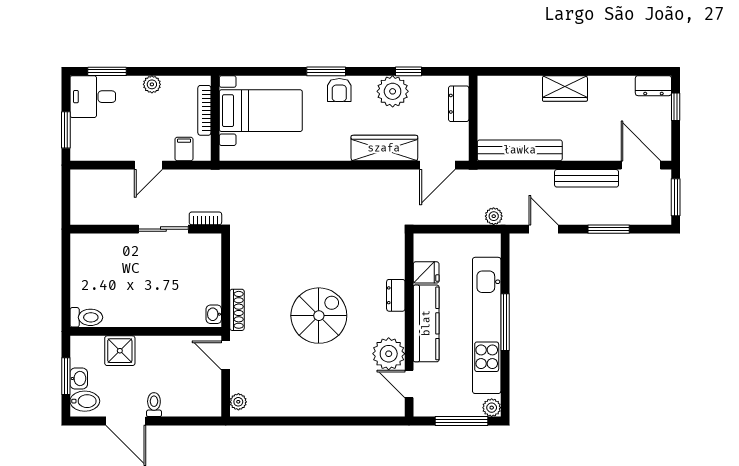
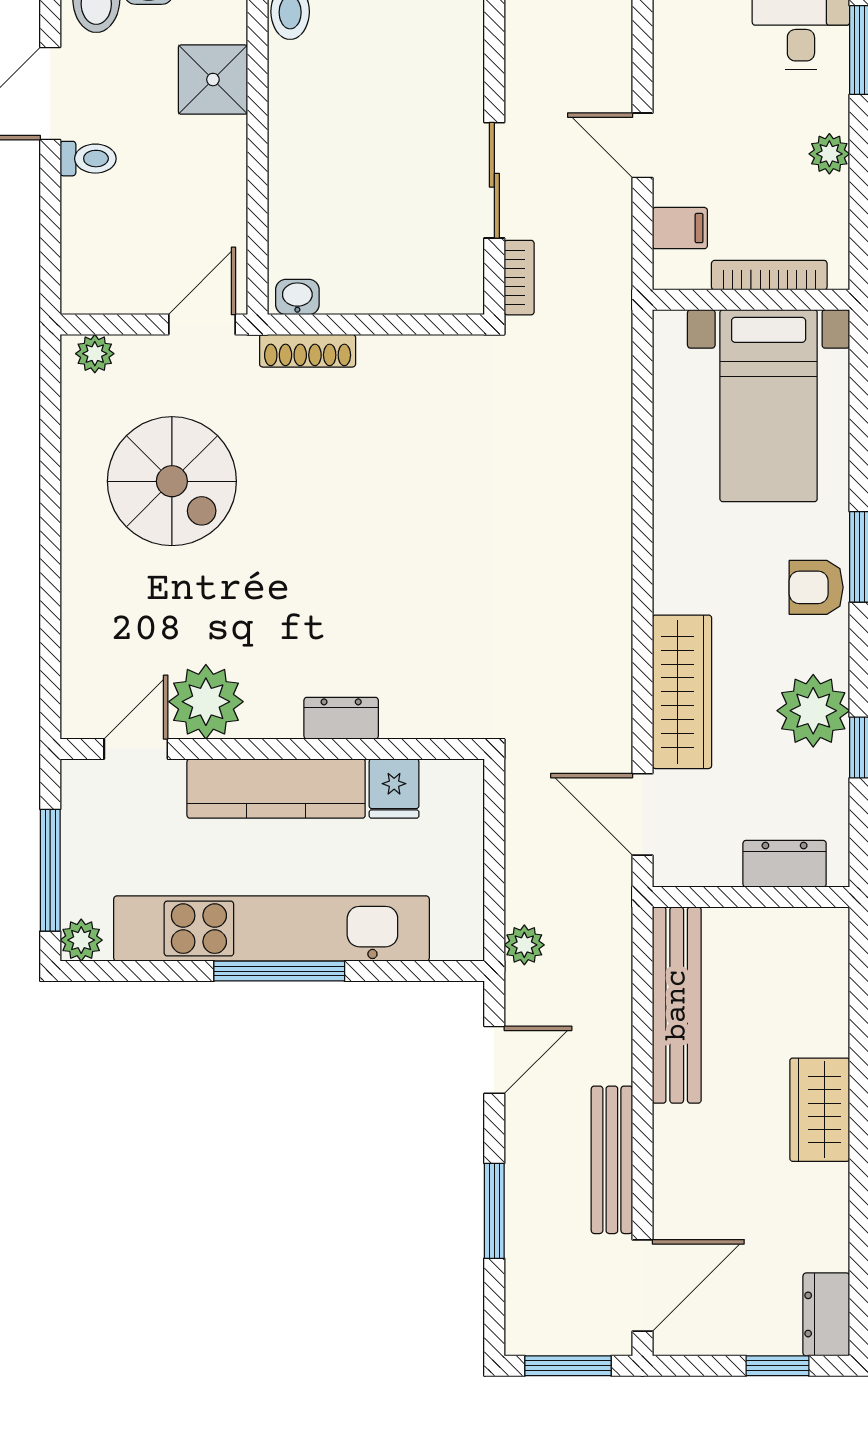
spiral stairs: (319, 316) -> (172, 481), moved

